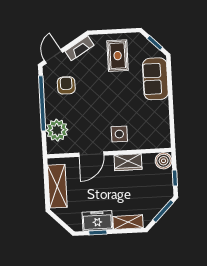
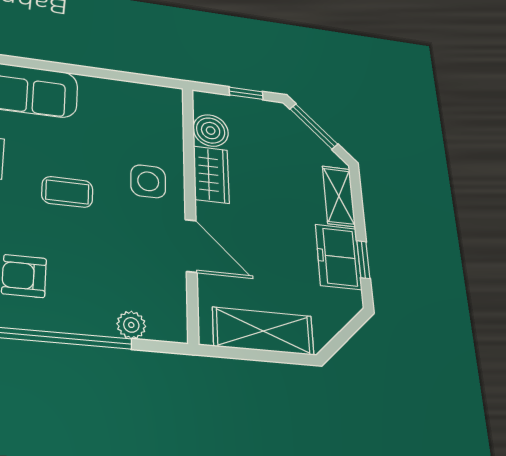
coffee table: (108, 99) -> (67, 192), added
plant: (57, 130) -> (131, 325), width x0.53, depth x0.53
boiler: (164, 161) -> (211, 131), moved

